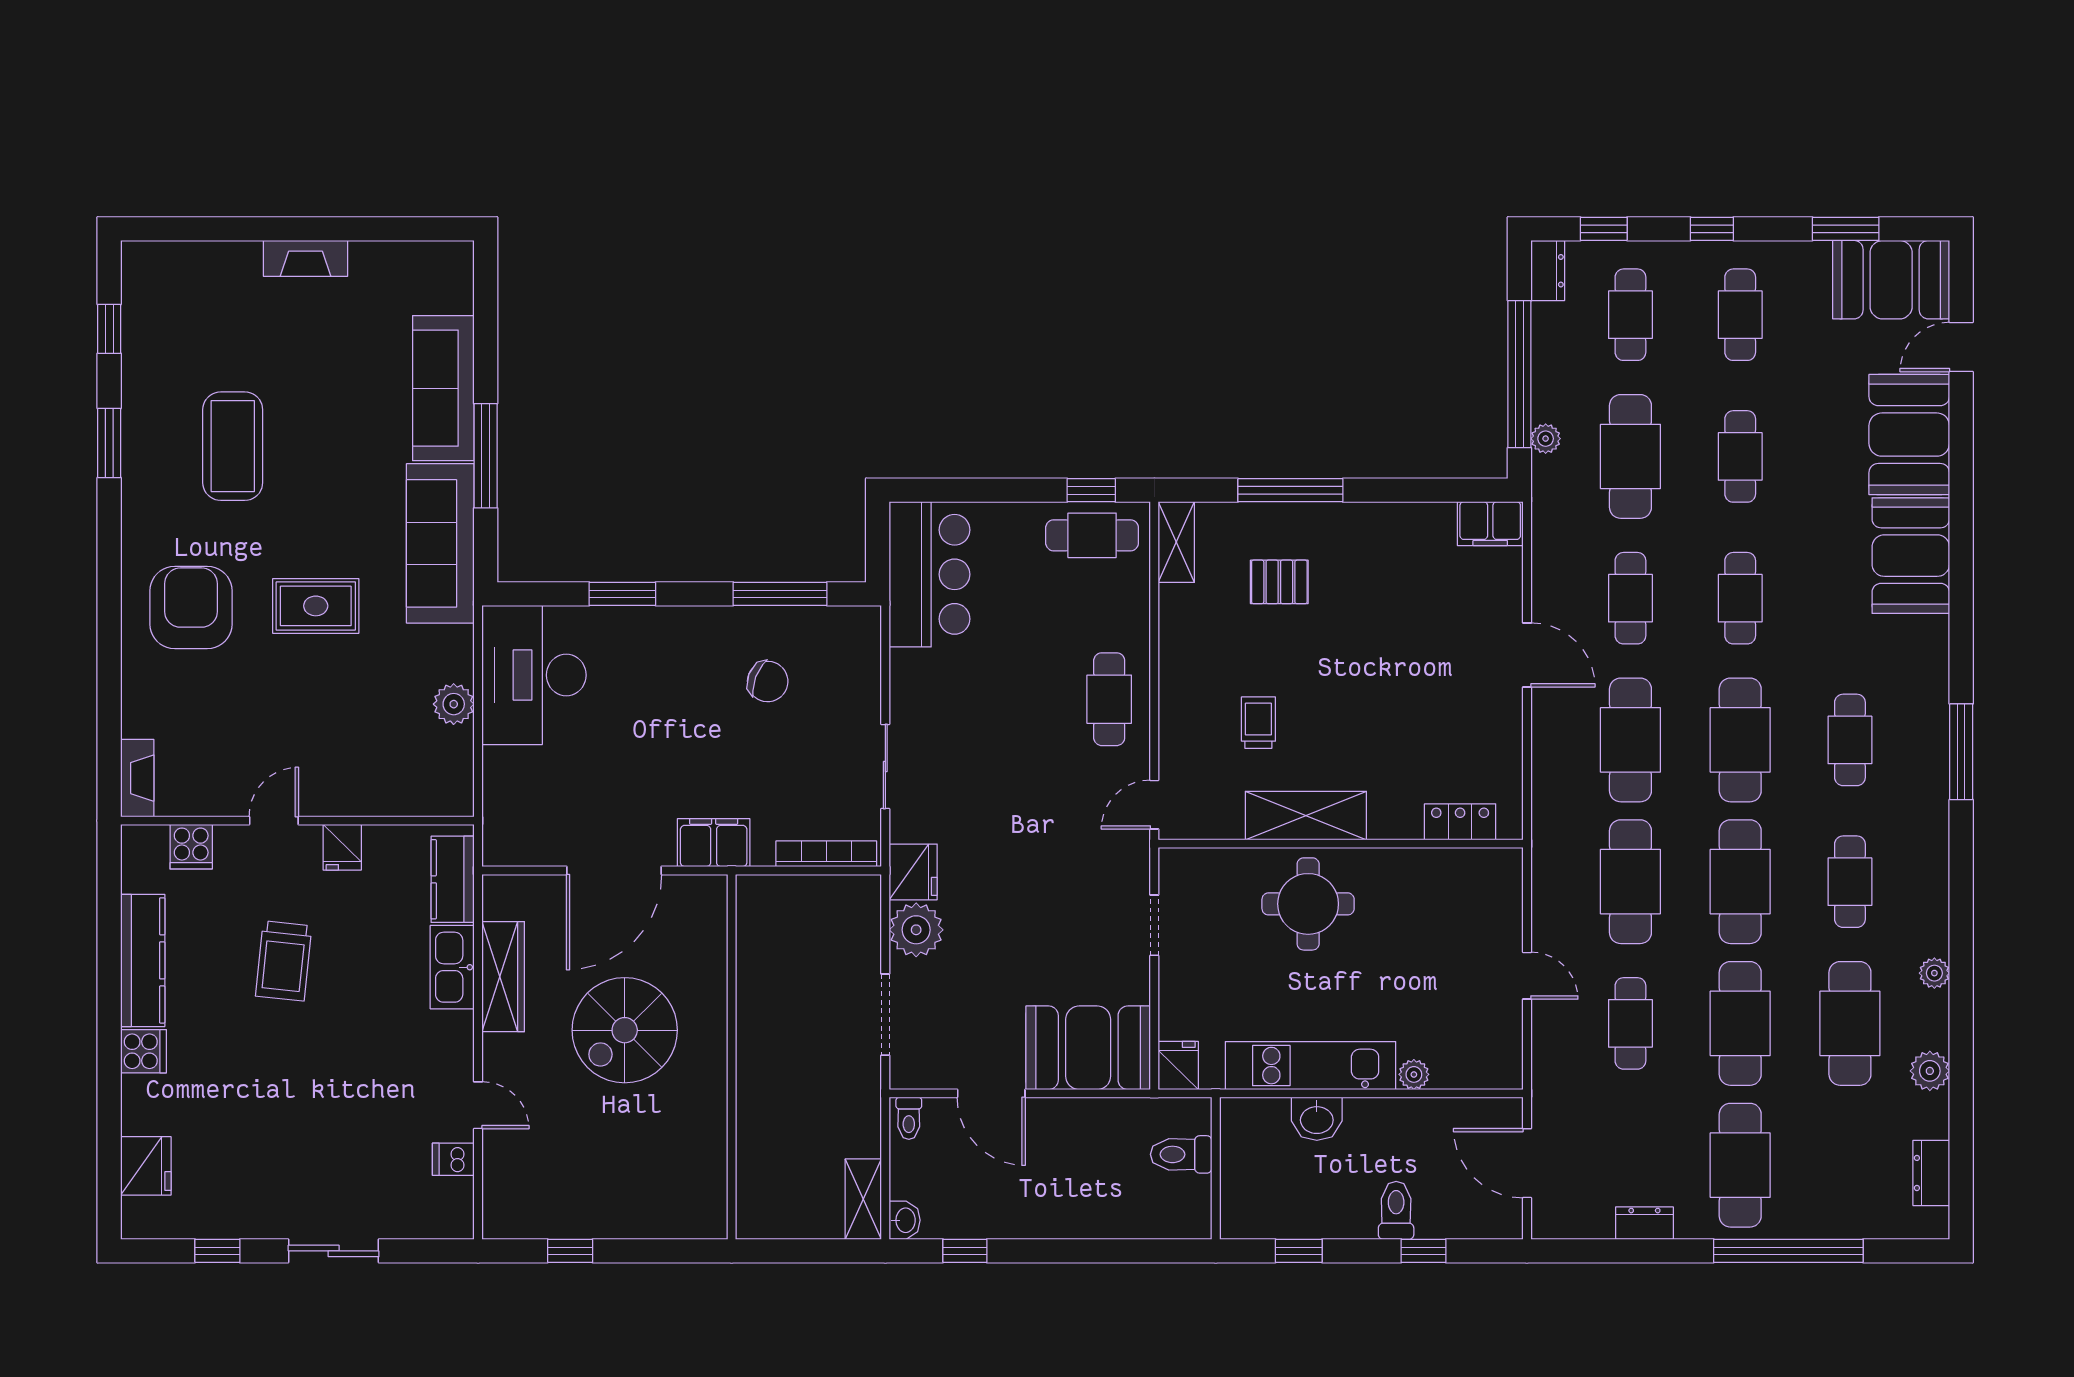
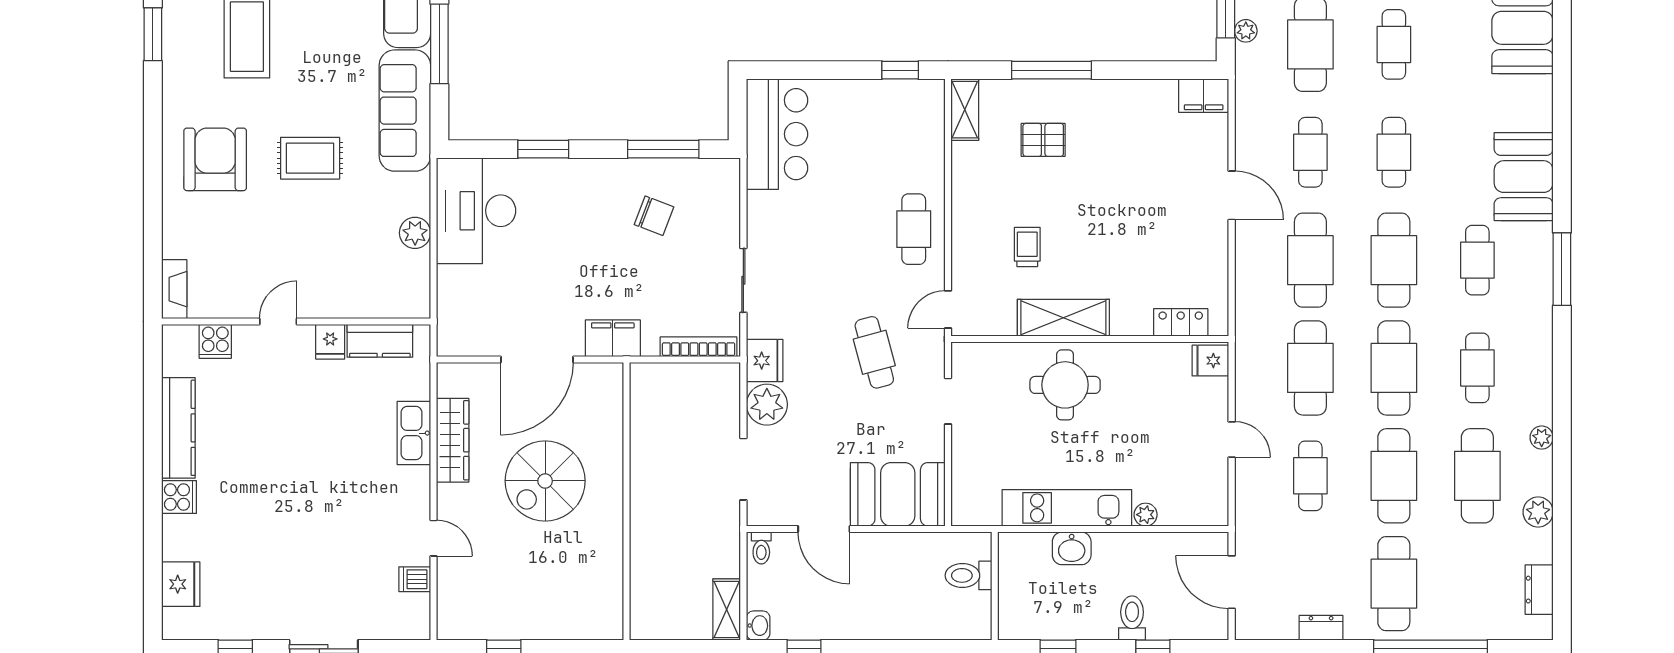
cafe table: (1092, 535) -> (874, 352), moved, turned 75
booth: (1911, 556) -> (1524, 177), moved
kitchen counter: (453, 879) -> (380, 341), moved, turned -90
trolley: (284, 961) -> (286, 428), removed
fridge: (1178, 1066) -> (1210, 361), moved, turned -90

